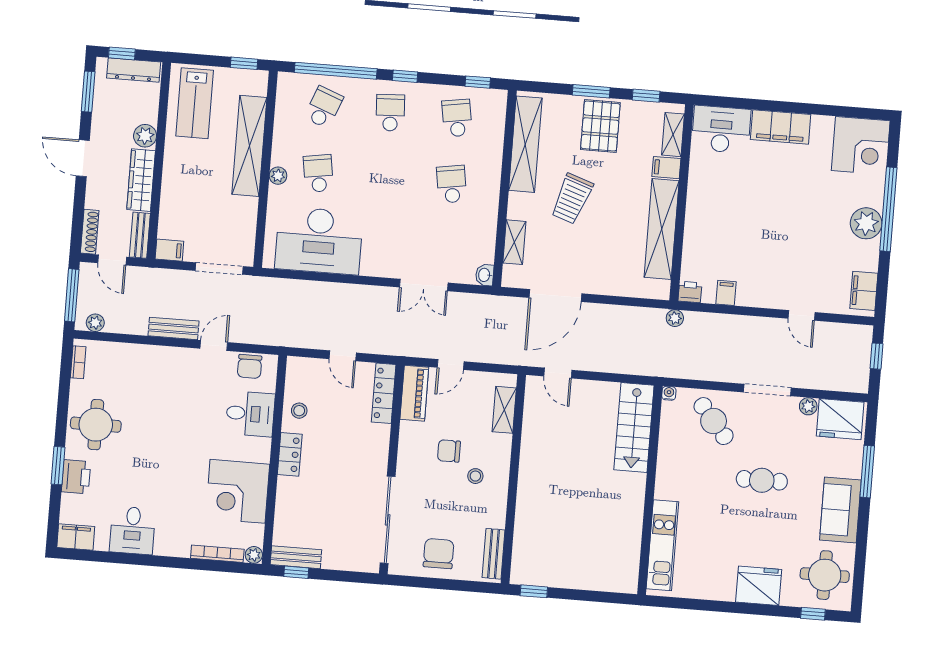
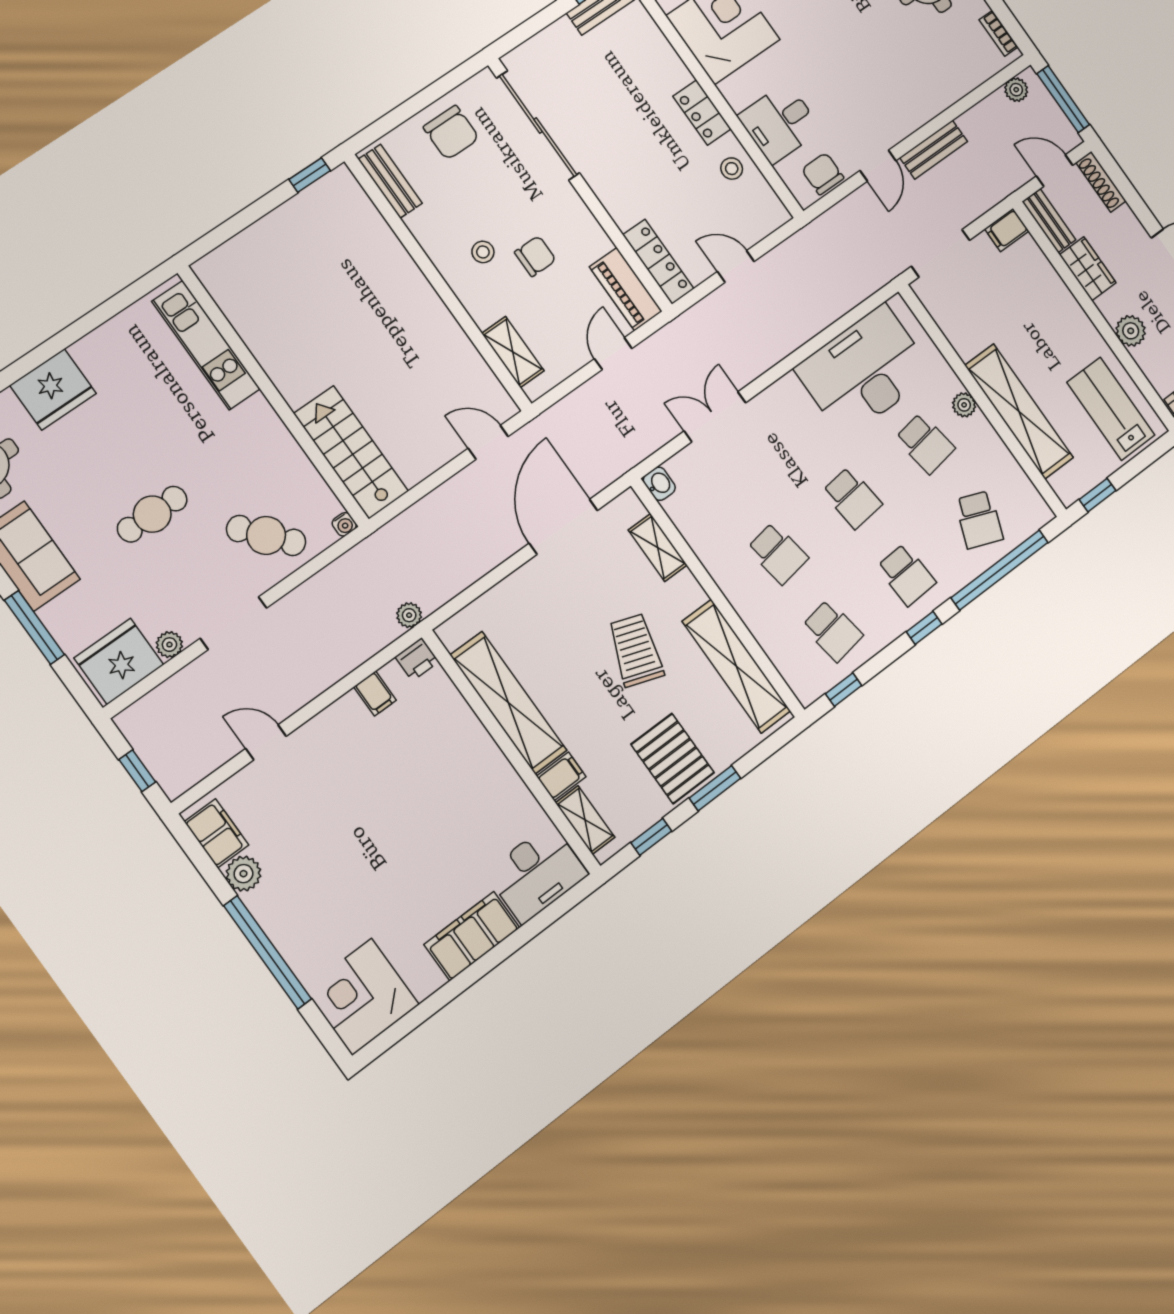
school desk: (385, 179) -> (852, 498), added
wardrobe: (141, 180) -> (1088, 269), width x0.67
plant: (866, 223) -> (243, 874), moved, width x0.73, depth x0.73

